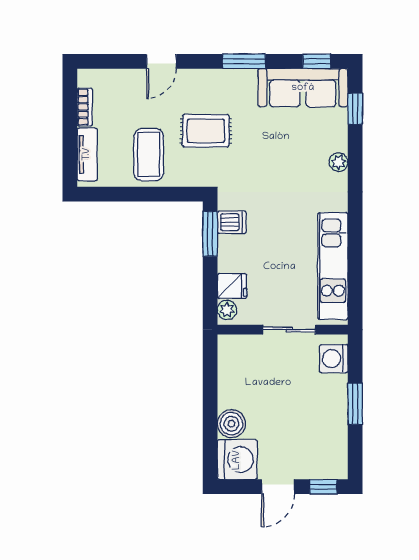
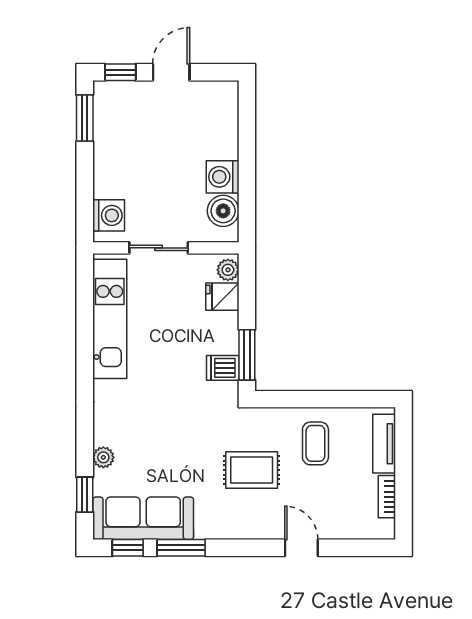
door: (161, 61) -> (301, 548), hinge flipped
window: (244, 61) -> (181, 548), moved
coffee table: (149, 155) -> (315, 443), width x0.73, depth x0.77
plant: (339, 162) -> (103, 457), moved
window: (355, 404) -> (85, 118), moved
boiler: (231, 424) -> (223, 211), moved
washing machine: (237, 460) -> (223, 177), moved, width x0.73, depth x0.73

